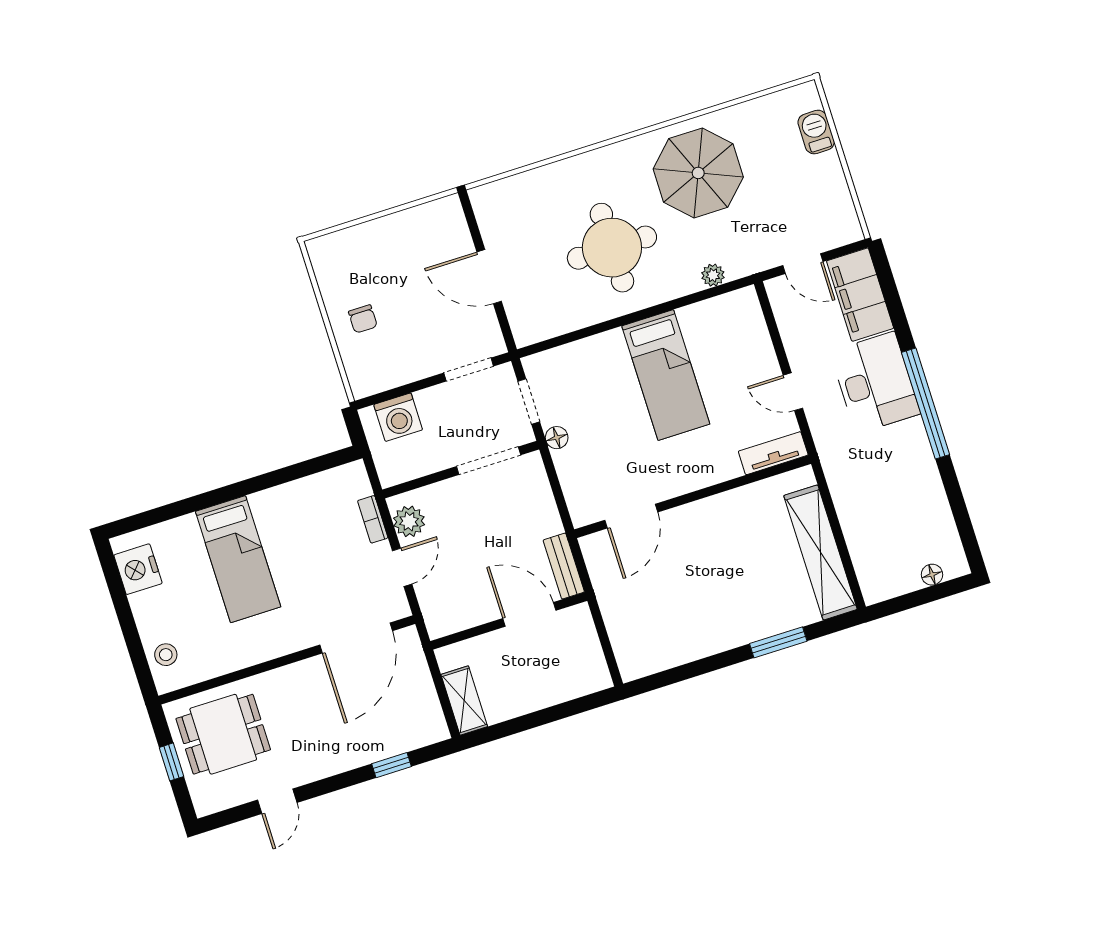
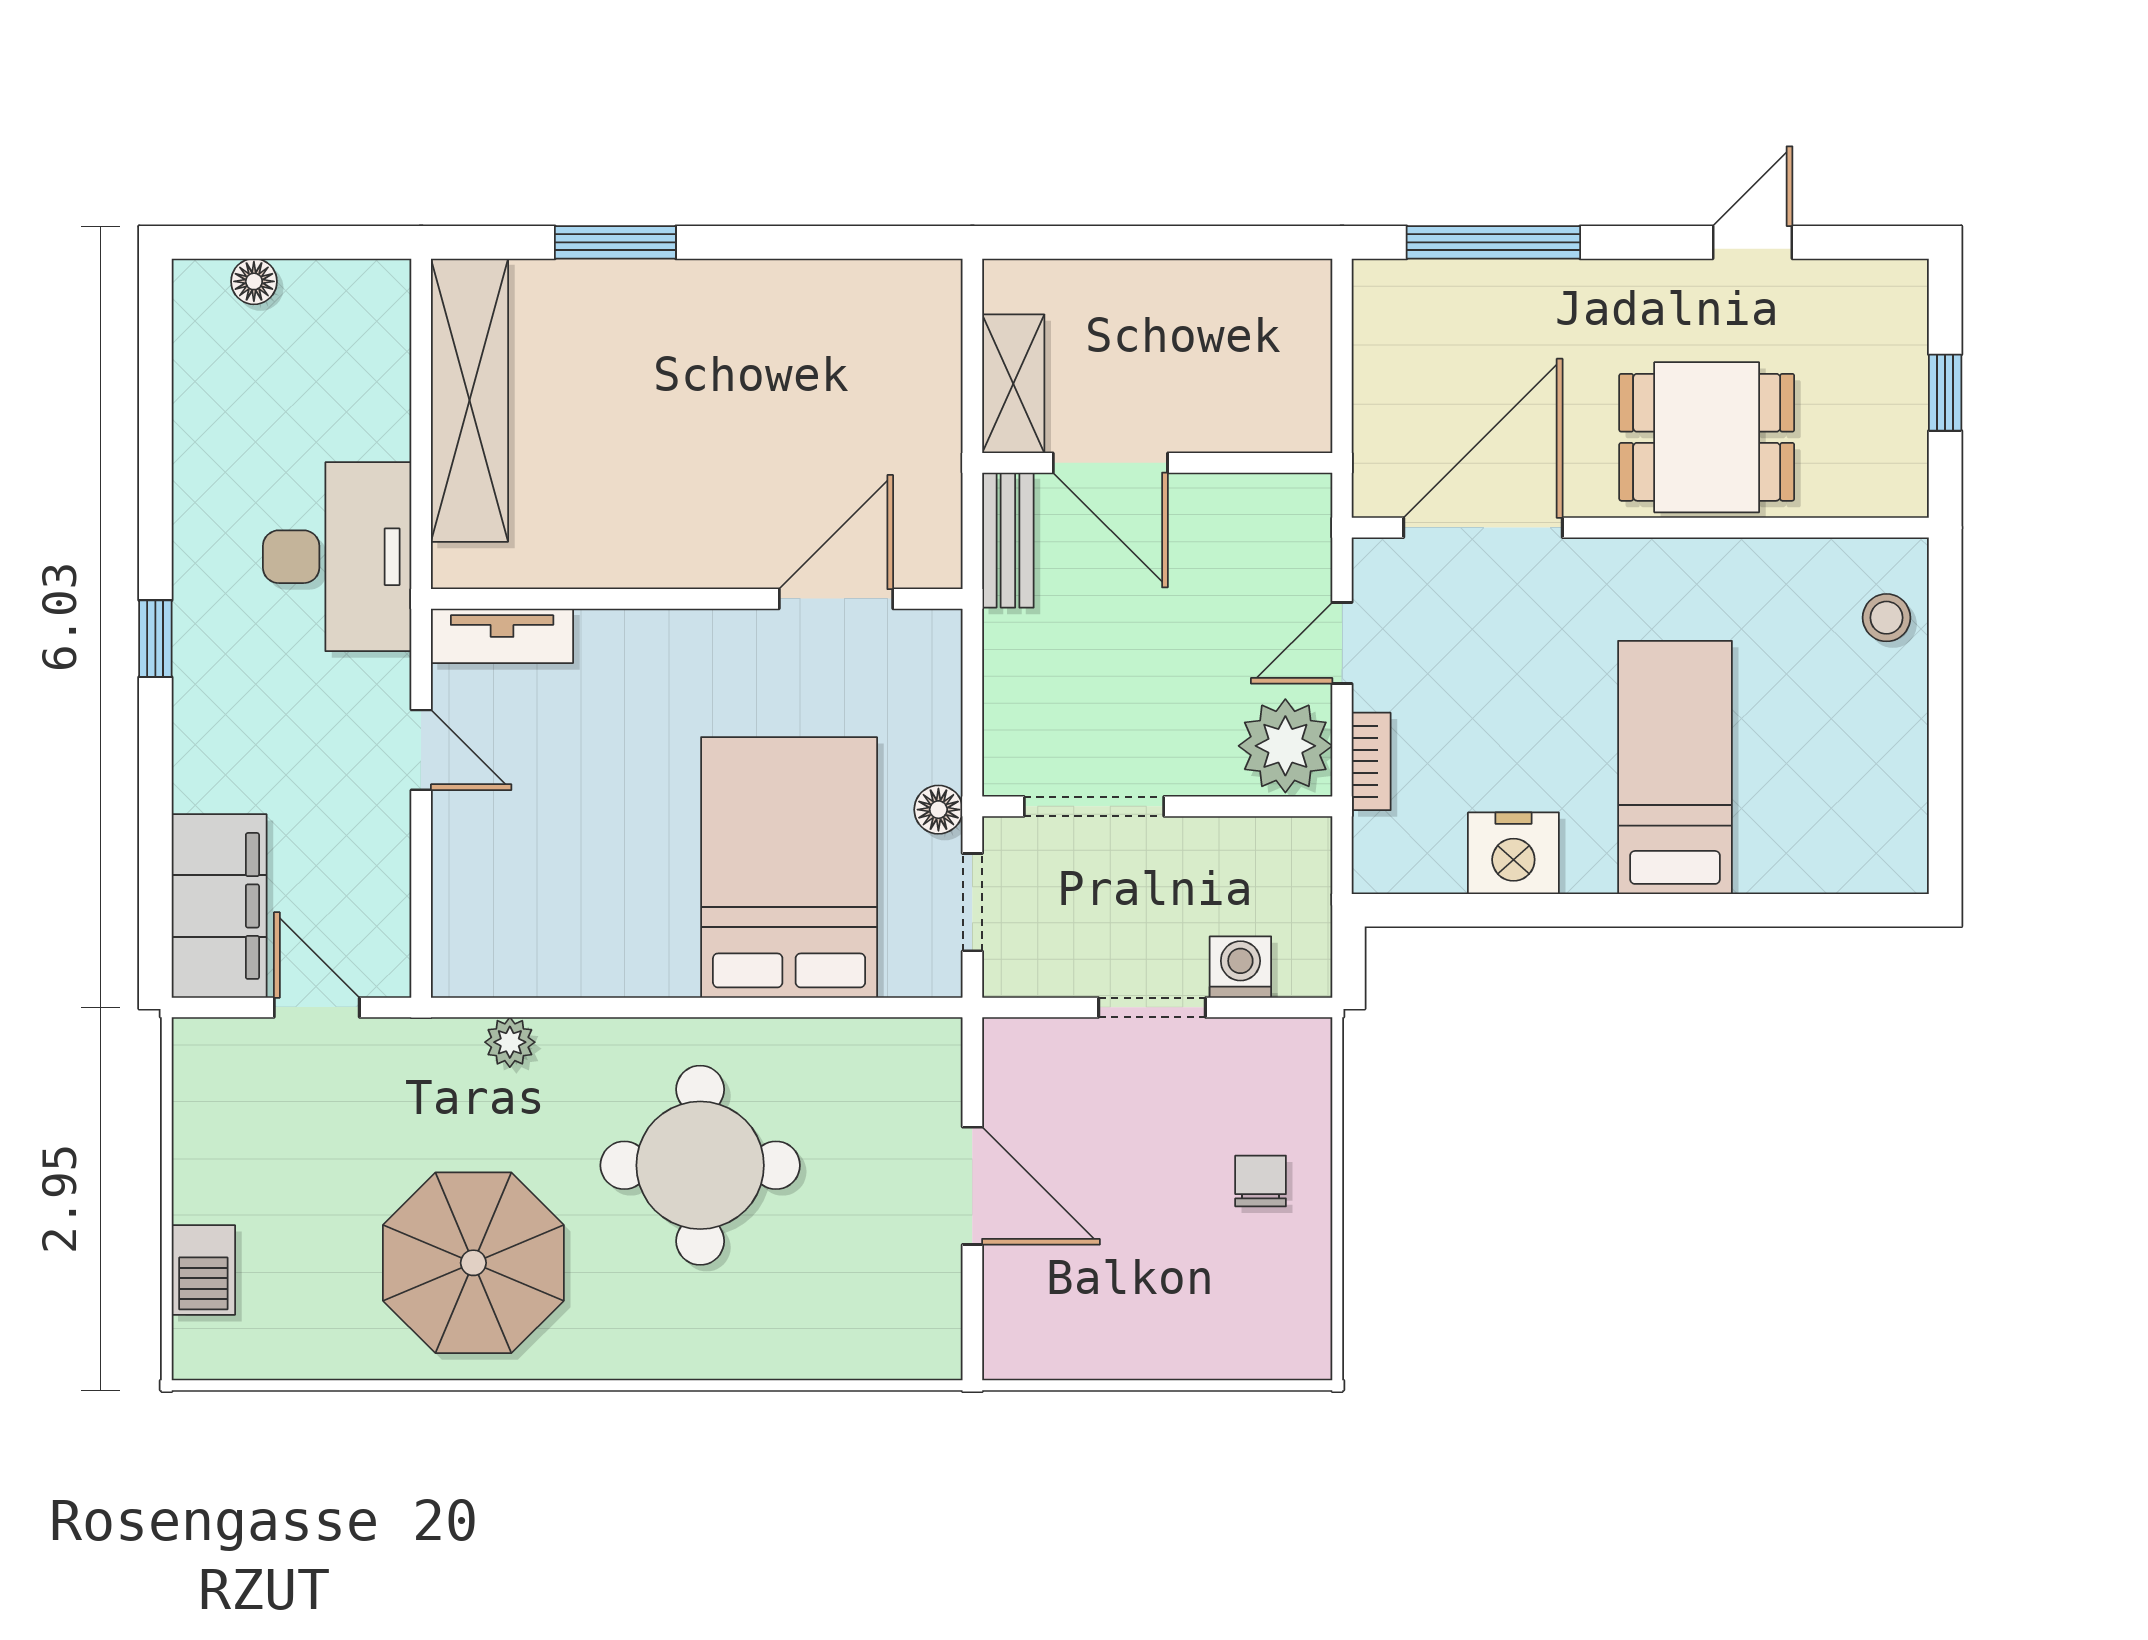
doorway: (469, 370) -> (1152, 1007), moved
bed: (666, 375) -> (789, 867), moved, width x1.50
desk: (875, 383) -> (337, 557), moved, turned 180
window: (926, 403) -> (155, 639), width x0.32
washing machine: (398, 417) -> (1240, 967), width x0.73, depth x0.73
plant: (409, 521) -> (1285, 746), width x1.36, depth x1.36
nightstand: (138, 569) -> (1513, 853), moved, turned 90
shelving: (464, 701) -> (1013, 384), moved
dining table: (223, 734) -> (1707, 437), moved
window: (391, 765) -> (1493, 242), width x2.17

